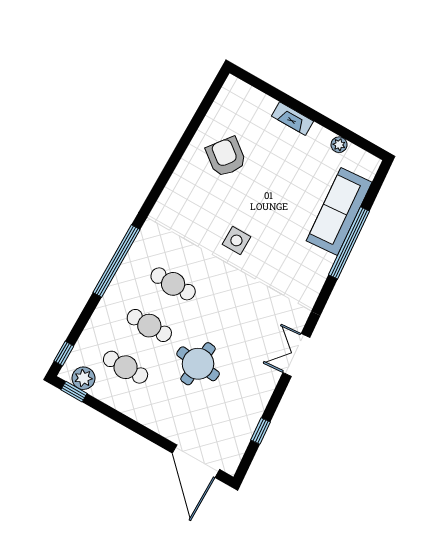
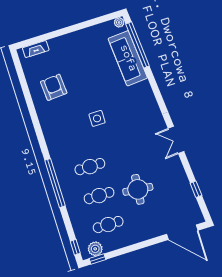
fireplace: (293, 119) -> (36, 49), moved
plant: (339, 145) -> (119, 22), moved
armchair: (226, 157) -> (54, 87), turned 48
window: (349, 243) -> (138, 45), moved

